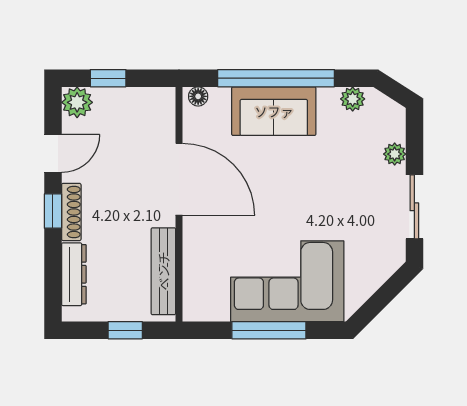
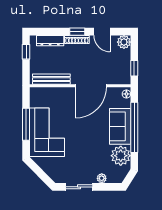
window: (108, 78) -> (134, 68), moved
plant: (353, 99) -> (121, 156), width x1.87, depth x1.87
window: (125, 330) -> (26, 52), moved

